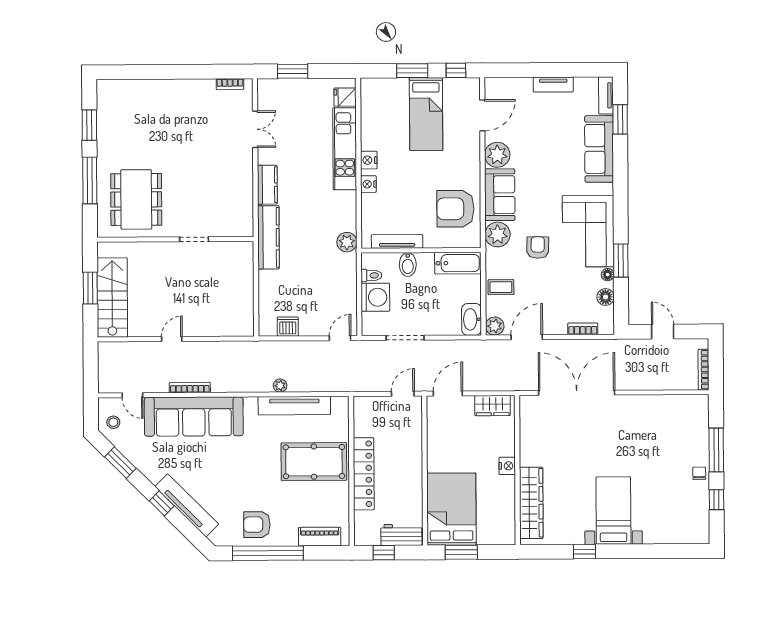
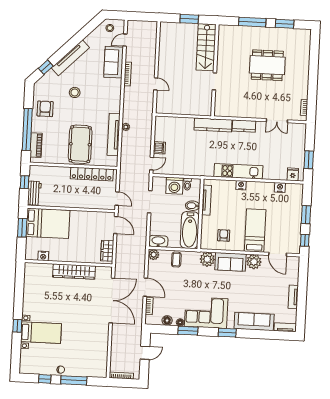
window: (293, 71) -> (309, 160), moved
bed: (426, 114) -> (255, 230), moved, turned 90
window: (620, 119) -> (227, 333), moved
kitchen unit: (345, 149) -> (238, 171), moved
nightstand: (369, 160) -> (280, 188), moved
dining table: (136, 199) -> (267, 65), moved
armchair: (455, 209) -> (224, 235), width x0.53, depth x0.53
plant: (347, 242) -> (208, 171), removed
armchair: (538, 247) -> (198, 282), removed
bathtub: (458, 263) -> (190, 230), width x1.36, depth x1.36
stairs: (112, 298) -> (206, 47), moved, turned 90
dishwasher: (288, 327) -> (159, 148), moved
door: (527, 337) -> (145, 287), moved
door: (340, 338) -> (152, 164), hinge flipped
door: (172, 339) -> (156, 84), moved
sofa: (194, 417) -> (114, 62), width x0.54, depth x0.79
window: (120, 463) -> (86, 31), removed
nightstand: (507, 466) -> (43, 256), moved
locker: (364, 474) -> (92, 174), moved
stool: (226, 476) -> (75, 92), added
window: (162, 503) -> (46, 67), moved
wardrobe: (531, 503) -> (74, 272), moved
tv unit: (187, 505) -> (70, 58), moved
bed with nightstands: (613, 511) -> (41, 333), moved
window: (585, 552) -> (17, 326), moved
window: (268, 553) -> (27, 130), moved

